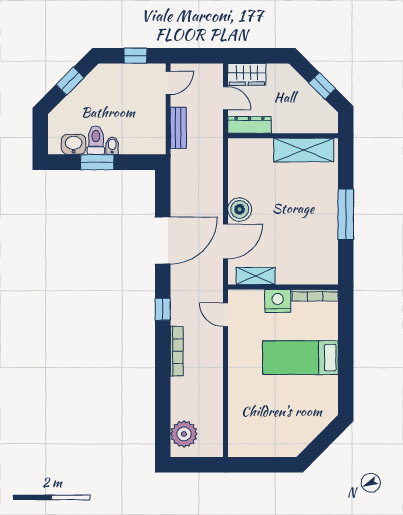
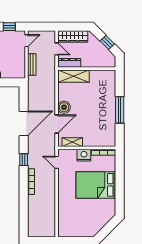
wardrobe: (247, 74) -> (73, 36), width x1.50
shelving: (304, 150) -> (73, 76), moved
bed: (300, 358) -> (96, 185), width x1.50
plant: (184, 434) -> (35, 225), removed

